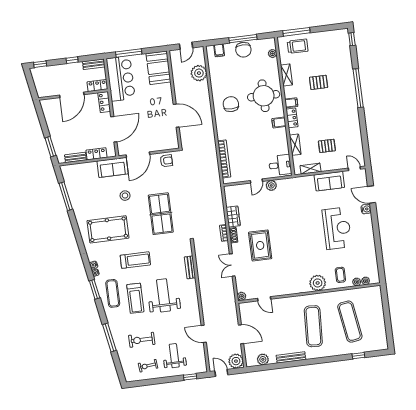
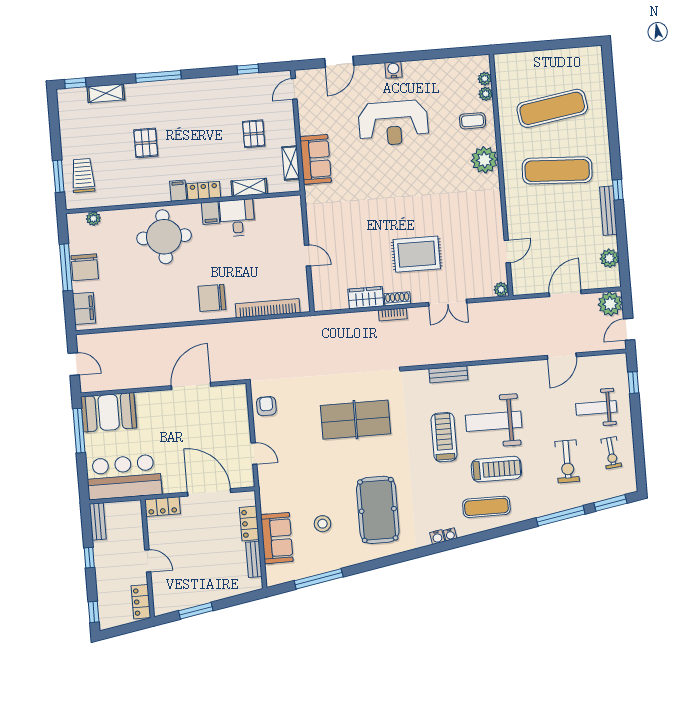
window: (296, 32) -> (59, 176), width x0.69
filing cabinet: (219, 50) -> (84, 308), width x2.00
chair: (243, 50) -> (85, 267), turned 90
window: (129, 53) -> (79, 431), moved
plant: (199, 73) -> (121, 344), removed
shelving: (286, 75) -> (106, 93), moved
locker: (97, 86) -> (141, 602), moved
window: (358, 88) -> (158, 76), width x0.68
door: (72, 95) -> (148, 561), width x0.53
chair: (231, 104) -> (212, 298), moved
window: (365, 141) -> (248, 69), added
window: (50, 147) -> (196, 611), moved
door: (138, 155) -> (254, 454), width x0.53
desk: (280, 165) -> (237, 218), moved
sofa: (113, 167) -> (277, 538), moved
sofa: (329, 181) -> (316, 159), moved
plant: (271, 185) -> (316, 231), removed
stool: (125, 196) -> (323, 524), moved
water cooler: (366, 209) -> (393, 70), moved
reception desk: (337, 228) -> (393, 123), turned 180
treadmill: (135, 260) -> (444, 437), moved
window: (95, 289) -> (610, 503), moved
window: (358, 356) -> (618, 190), moved

